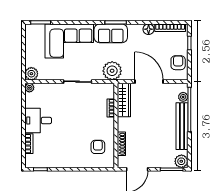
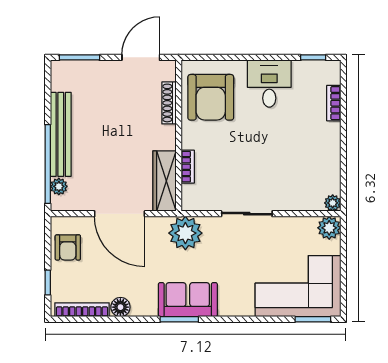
corner sofa: (69, 41) -> (298, 286), moved
desk: (38, 120) -> (269, 84), moved, turned -90
armchair: (98, 147) -> (211, 97), width x1.88, depth x1.88
plant: (181, 161) -> (62, 72), removed

